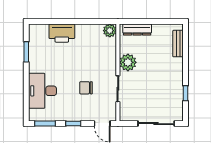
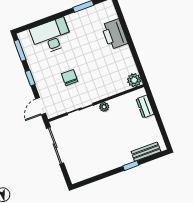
dresser: (137, 29) -> (145, 107), width x0.70
plant: (128, 62) -> (104, 107), width x0.53, depth x0.53
window: (186, 93) -> (131, 166), moved
sliding door: (156, 124) -> (55, 146), moved

